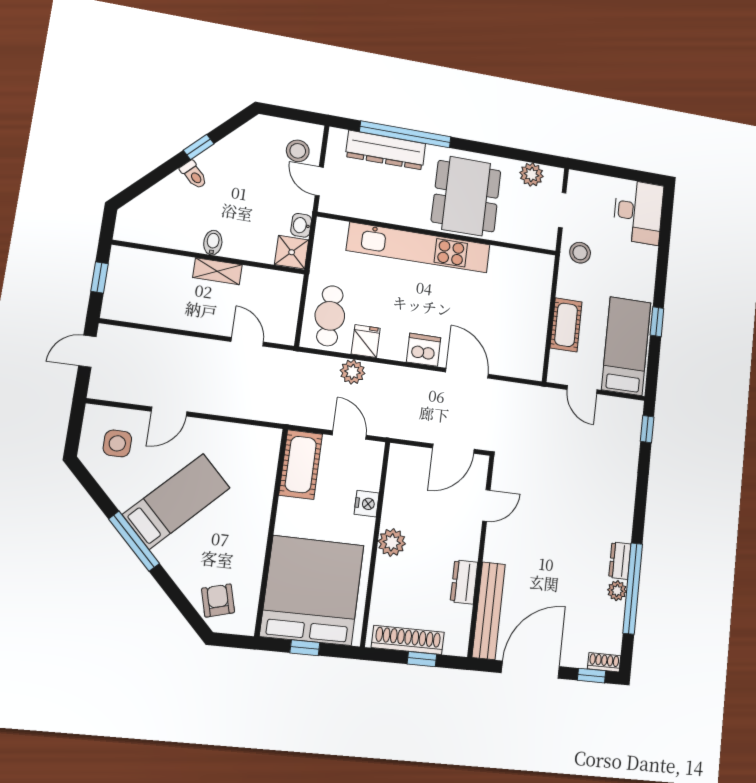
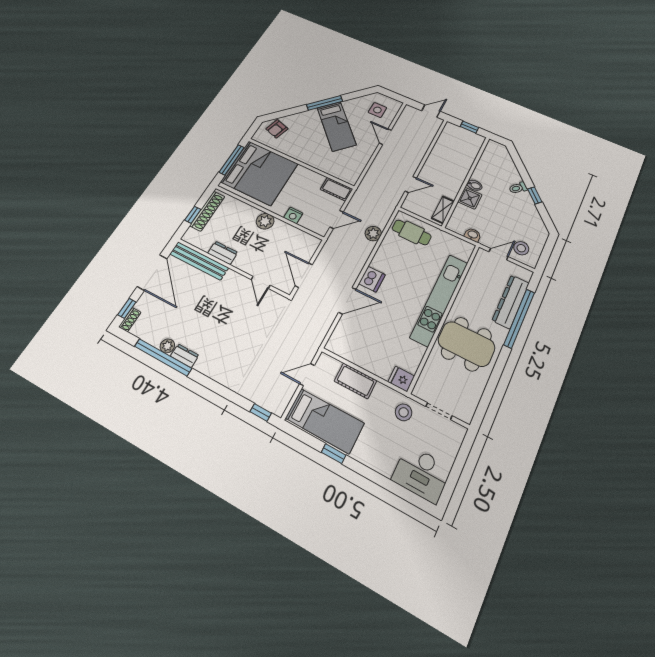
plant: (531, 175) -> (471, 398), removed
shower: (292, 252) -> (470, 198), moved
shelving: (217, 271) -> (443, 210), moved
fridge: (366, 341) -> (401, 379), moved, turned 180
door: (87, 351) -> (431, 111), hinge flipped
cot: (301, 464) -> (336, 189), width x0.73, depth x0.75
armchair: (218, 600) -> (277, 129), turned 122
window: (305, 648) -> (232, 160), width x2.17

